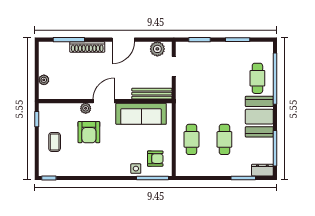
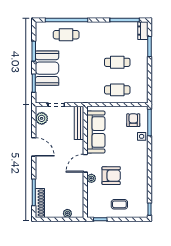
shoe rack: (87, 47) -> (40, 203), moved
door: (104, 101) -> (85, 163), hinge flipped
booth: (259, 117) -> (47, 68), moved, turned 90

